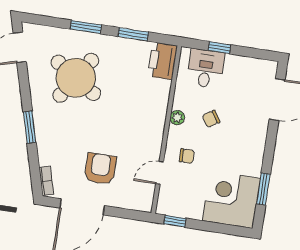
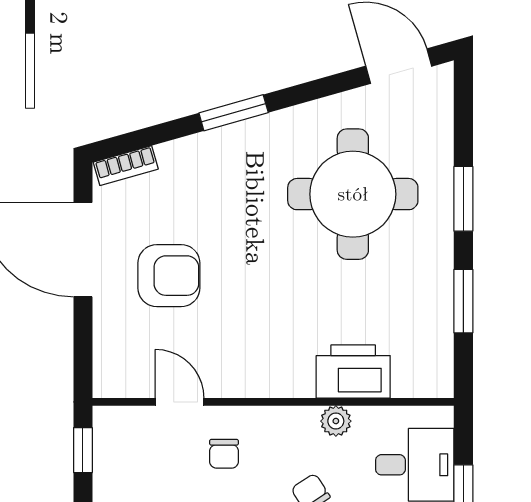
printer: (163, 61) -> (353, 372), moved
round table: (76, 78) -> (353, 194), turned -33
plant: (177, 118) -> (336, 421), moved

